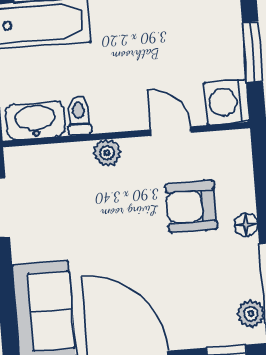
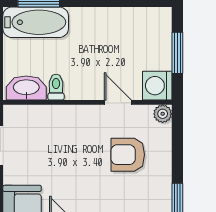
plant: (107, 153) -> (163, 114), moved
floor lamp: (246, 225) -> (164, 170), removed

